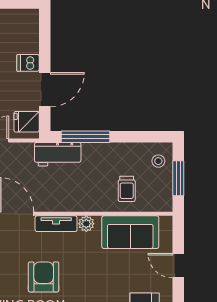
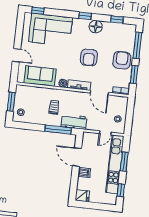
door: (45, 90) -> (77, 157), hinge flipped
fridge: (27, 122) -> (82, 196), moved
trolley: (127, 189) -> (54, 107), moved

